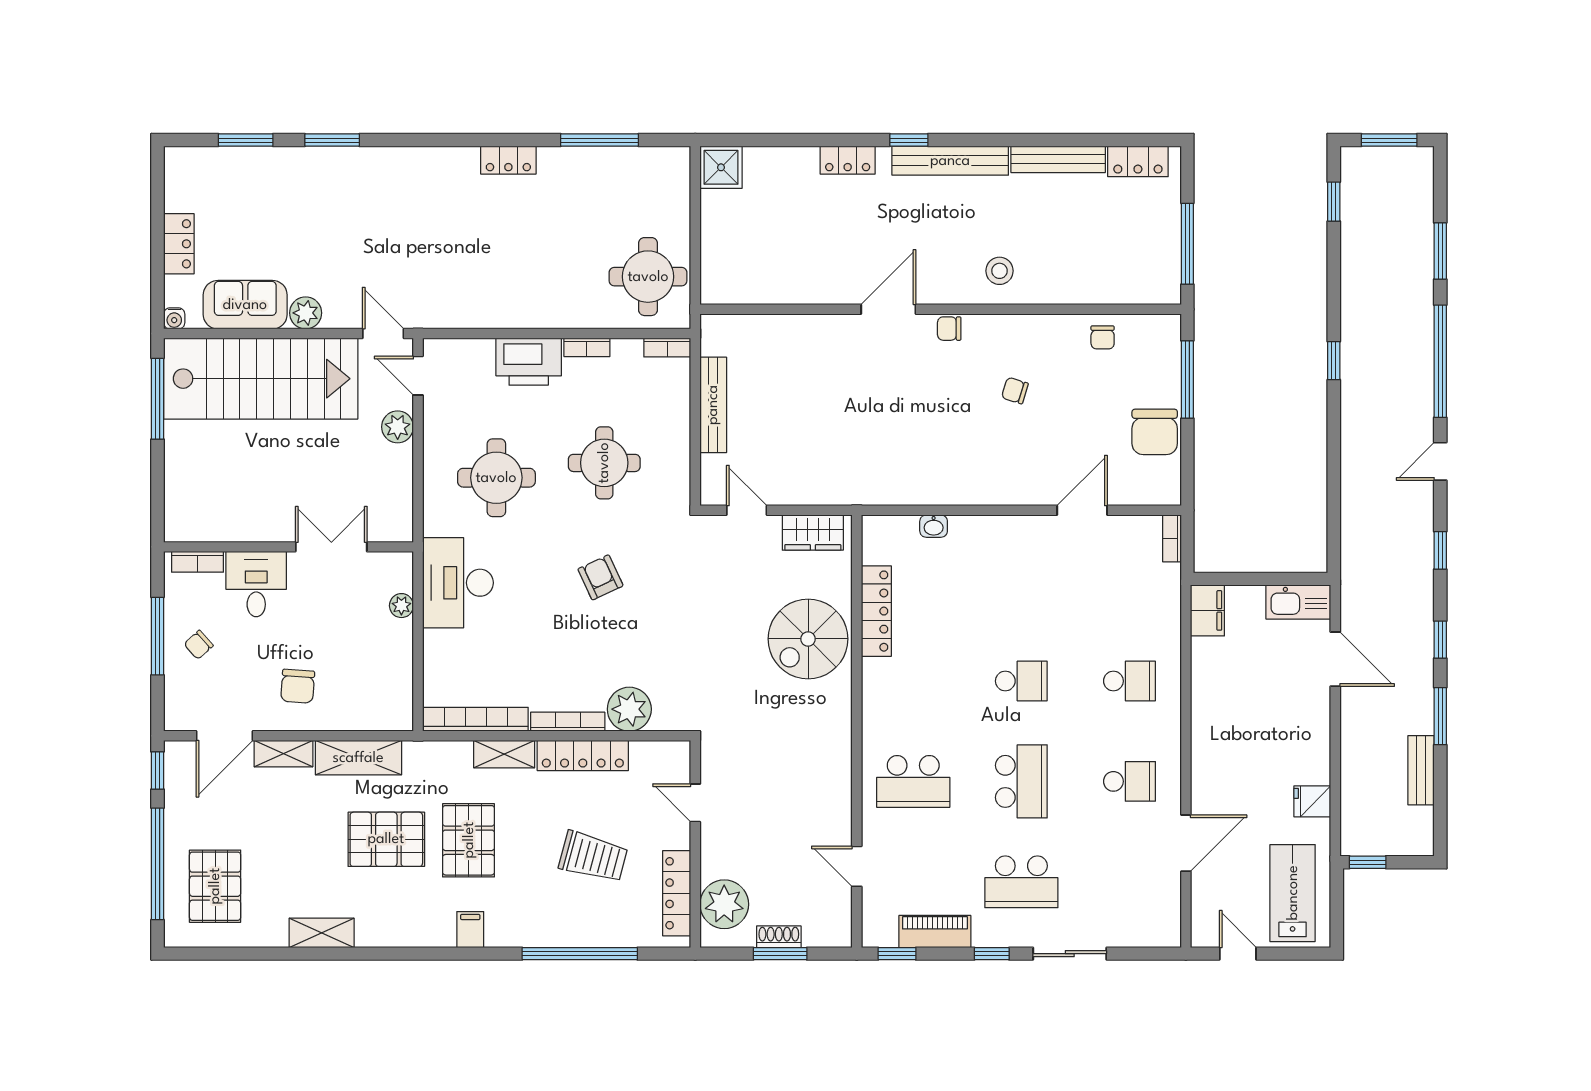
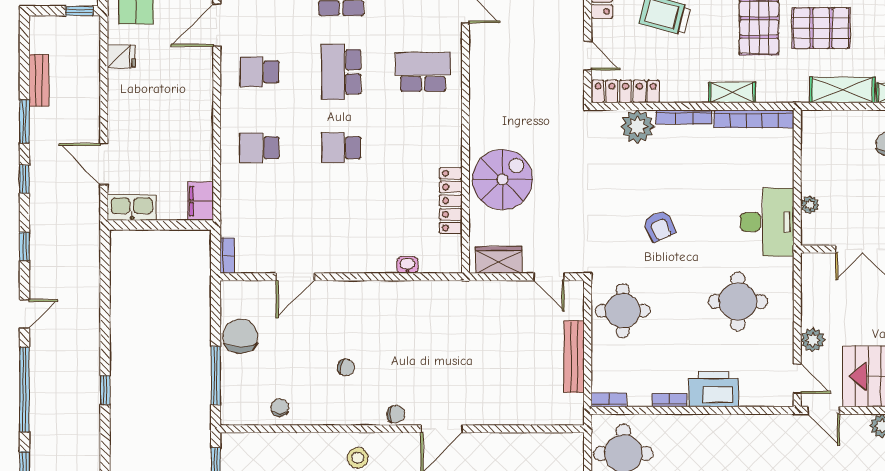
round table: (604, 463) -> (623, 311), moved
locker: (583, 755) -> (626, 91), moved

